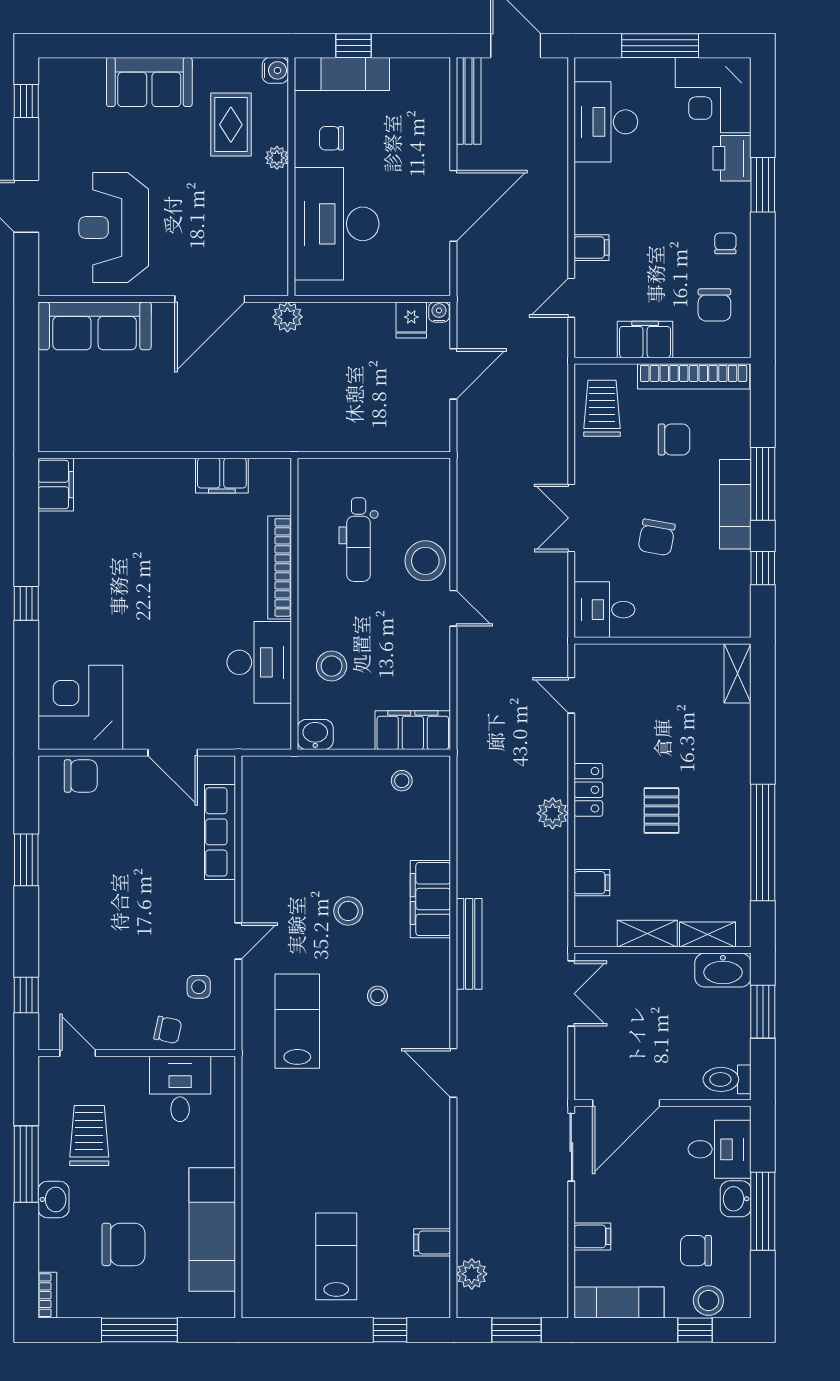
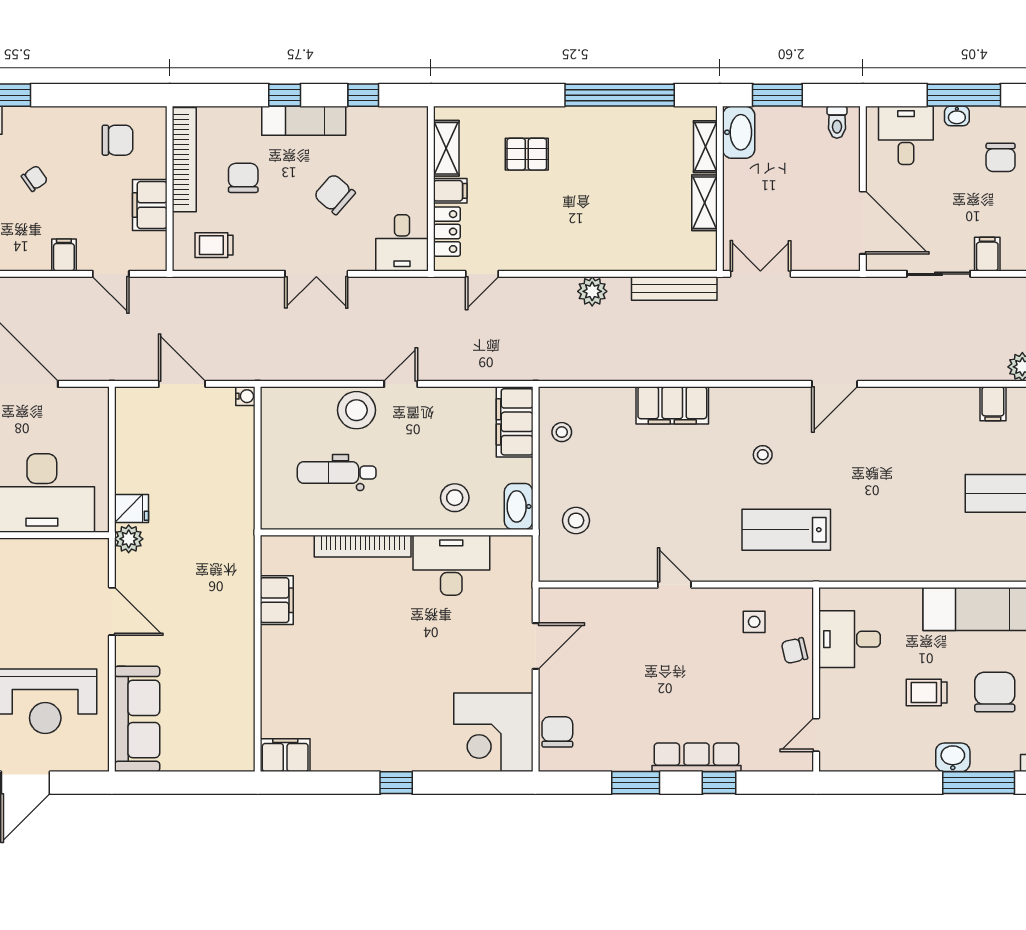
chair: (725, 243) -> (34, 178), moved, turned 145
door: (210, 299) -> (112, 611), width x0.73
water cooler: (439, 312) -> (245, 396), moved, turned 180
fridge: (411, 320) -> (132, 508), moved
trolley: (602, 408) -> (214, 245), width x0.73, depth x0.72
window: (763, 484) -> (285, 95), width x0.46
chair: (657, 537) -> (335, 194), turned -149
dental chair: (359, 540) -> (337, 472), turned 180
shelving: (738, 673) -> (446, 148), moved, turned 90
washbasin: (315, 734) -> (519, 506), width x1.38
locker: (588, 790) -> (447, 232), moved, turned 90
pallet: (661, 811) -> (527, 154), moved
row of seats: (220, 832) -> (696, 757), moved, turned 180
filing cabinet: (592, 883) -> (450, 191), moved, turned 90
stool: (348, 911) -> (576, 521), moved
door: (238, 941) -> (674, 585), moved
bench: (469, 944) -> (674, 289), moved
window: (26, 995) -> (719, 783), moved
chair: (168, 1030) -> (794, 651), turned -115
toilet: (727, 1079) -> (837, 122), width x0.73, depth x0.72
trolley: (89, 1136) -> (927, 693), moved, width x0.73, depth x0.72
sliding door: (571, 1147) -> (938, 274), moved
window: (26, 1164) -> (979, 783), moved
washbasin: (736, 1199) -> (957, 116), width x0.72, depth x0.69

